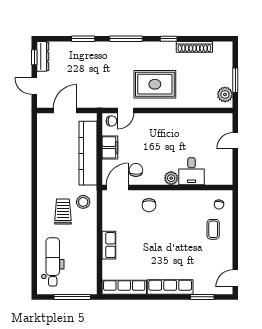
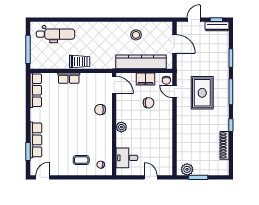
rug: (155, 84) -> (202, 93), moved
chair: (136, 170) -> (149, 103), moved
desk: (192, 171) -> (127, 158), moved
stool: (83, 202) -> (136, 35), moved
trolley: (63, 212) -> (80, 62), moved
door: (235, 278) -> (43, 177), hinge flipped
row of seats: (170, 287) -> (36, 140), moved

